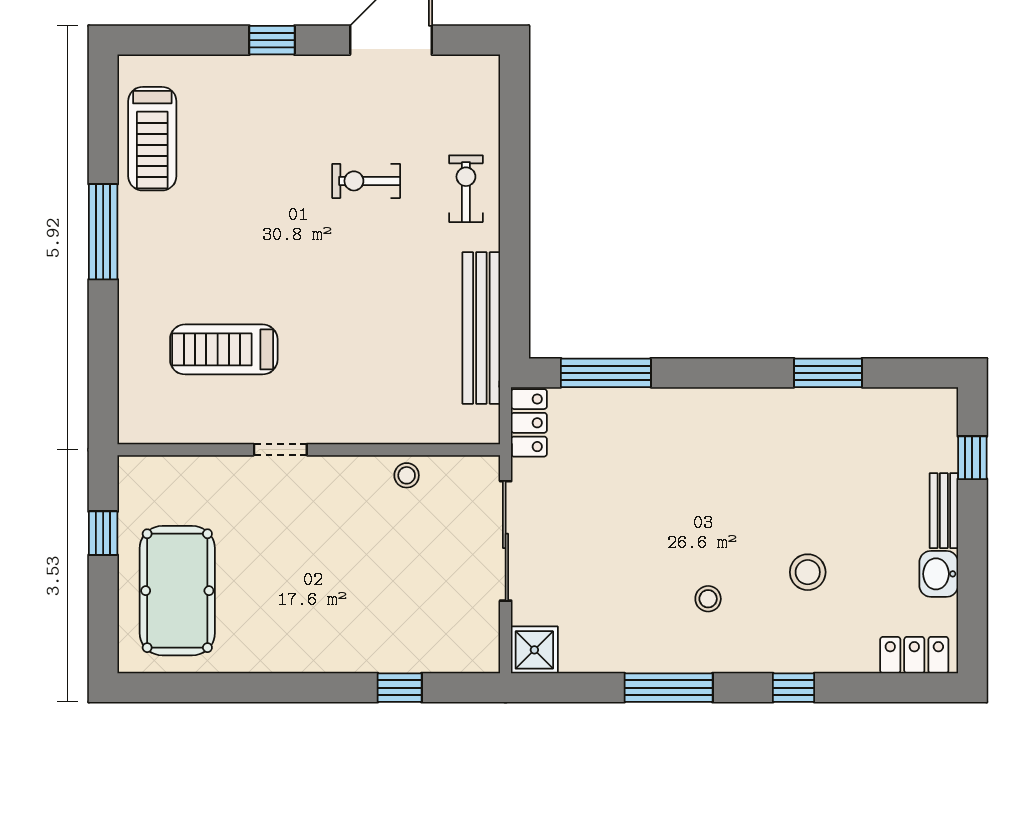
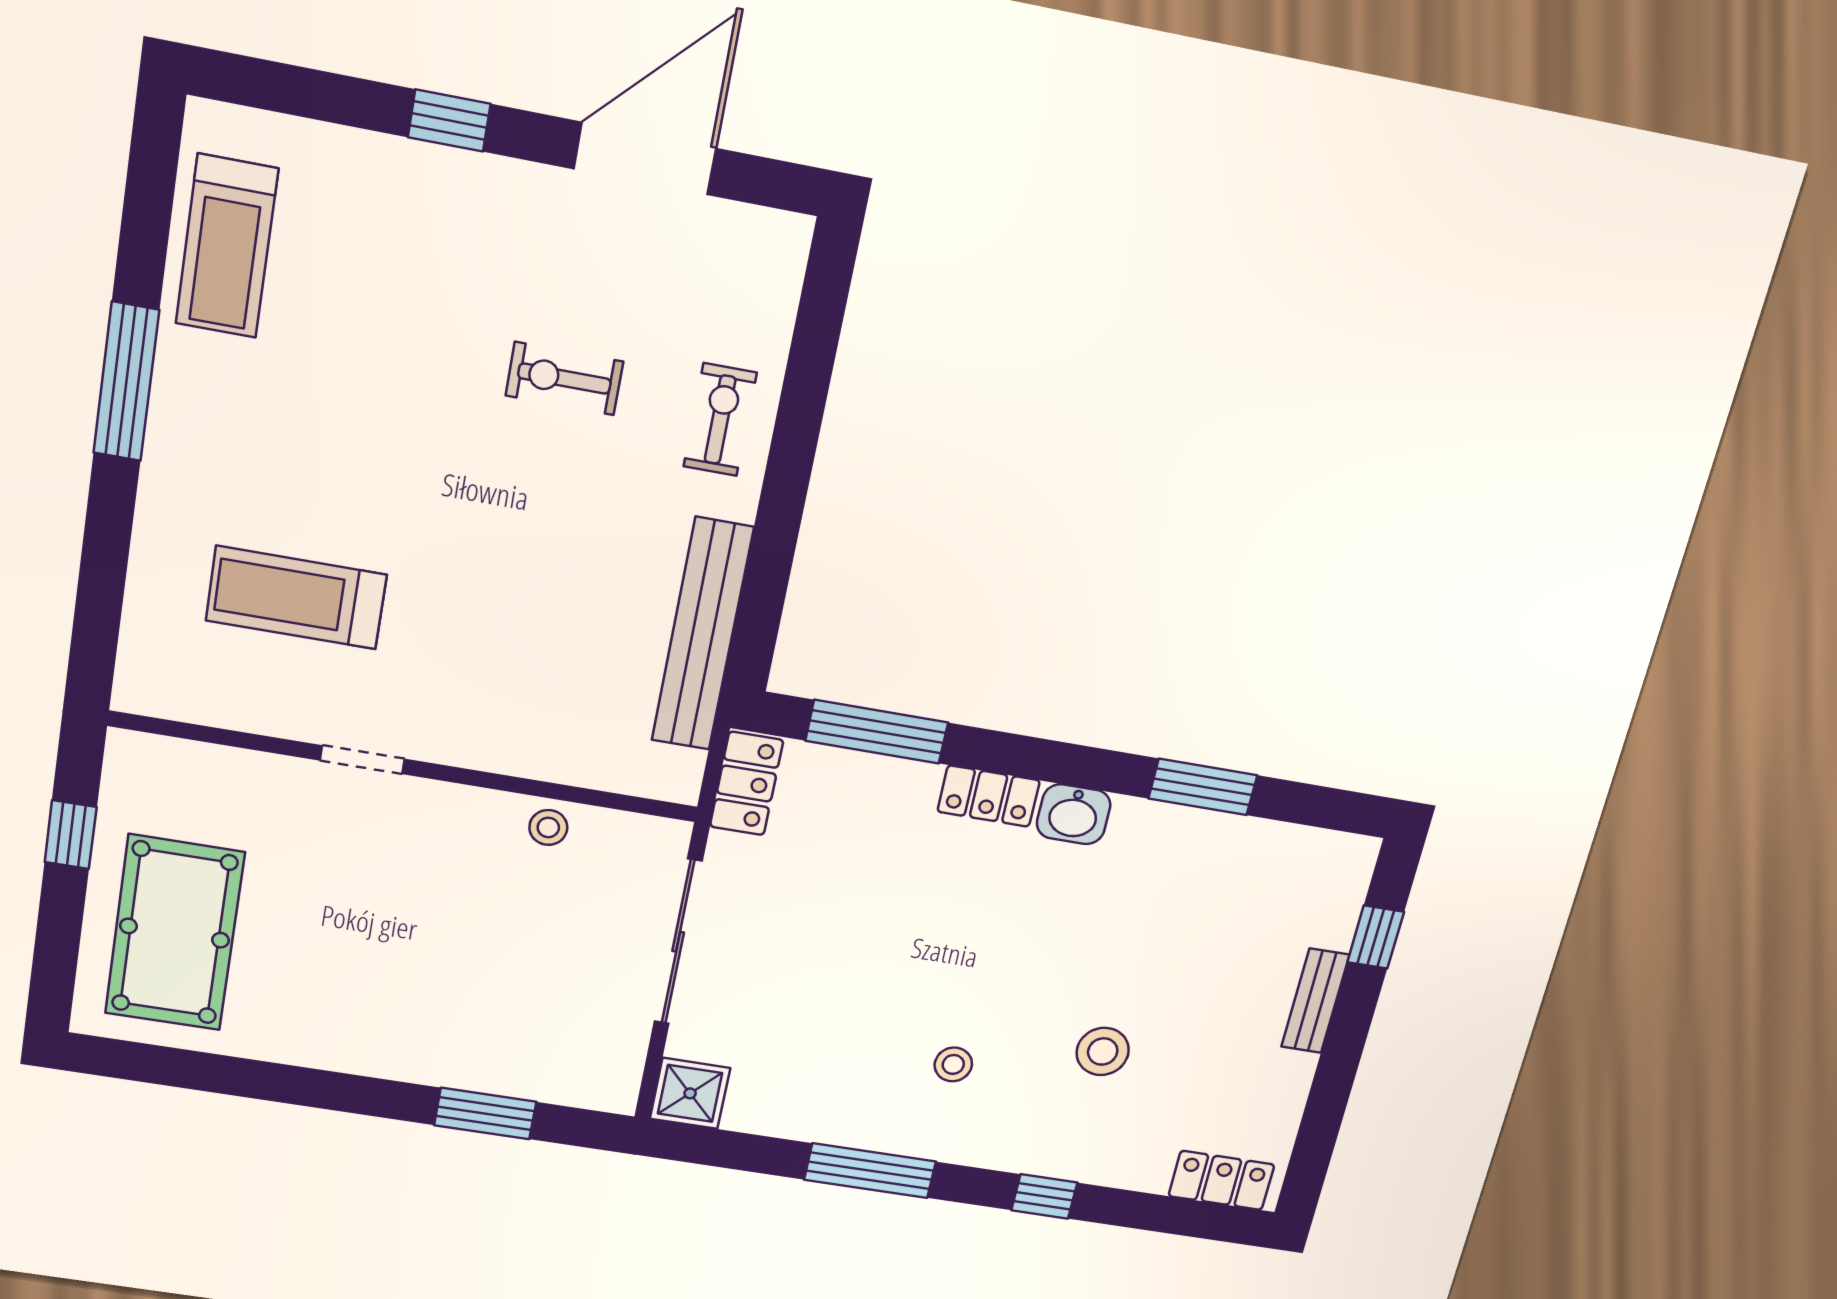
locker: (688, 404) -> (989, 796), added
washbasin: (939, 574) -> (1074, 814), moved, turned -90
window: (400, 688) -> (485, 1113), width x1.50

